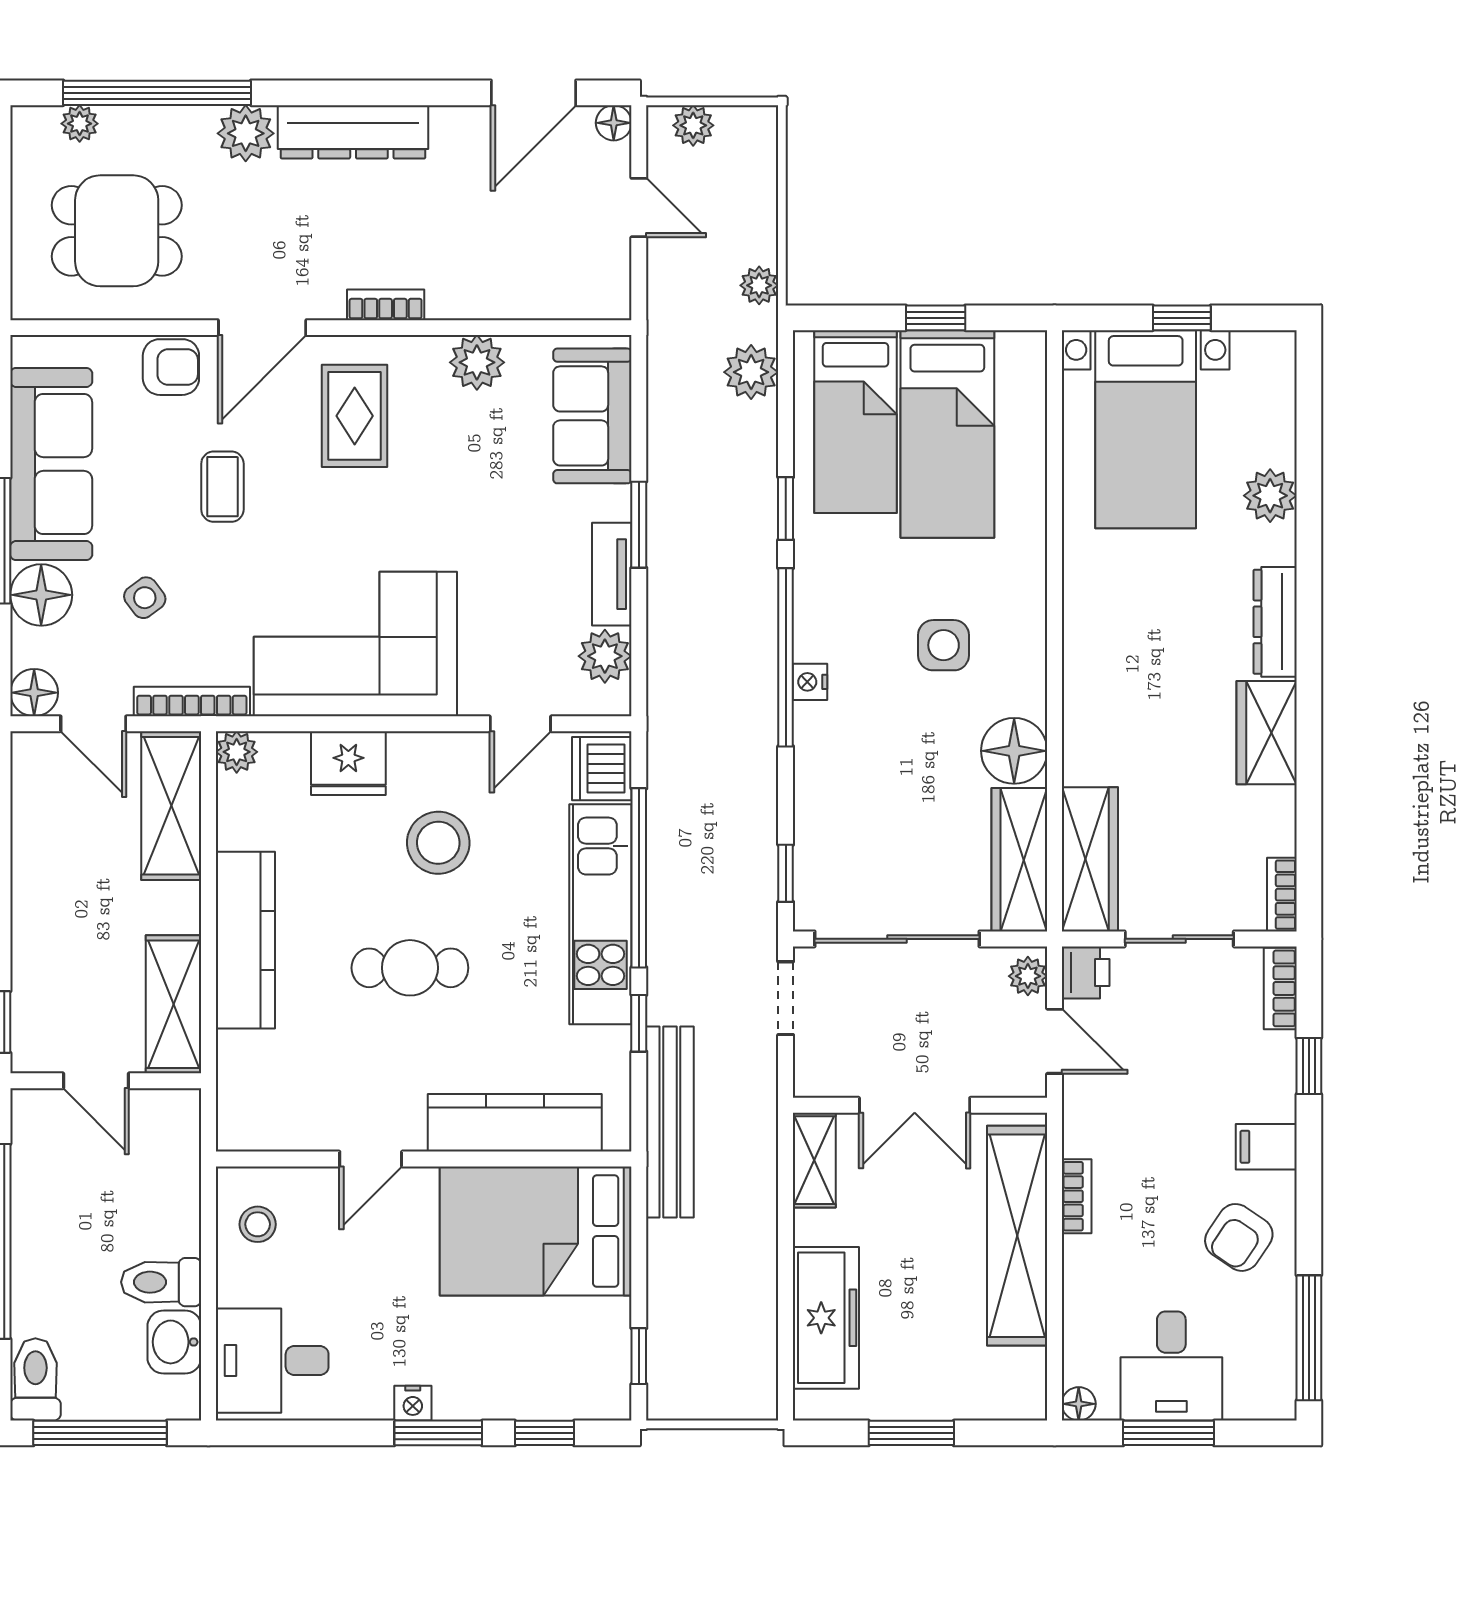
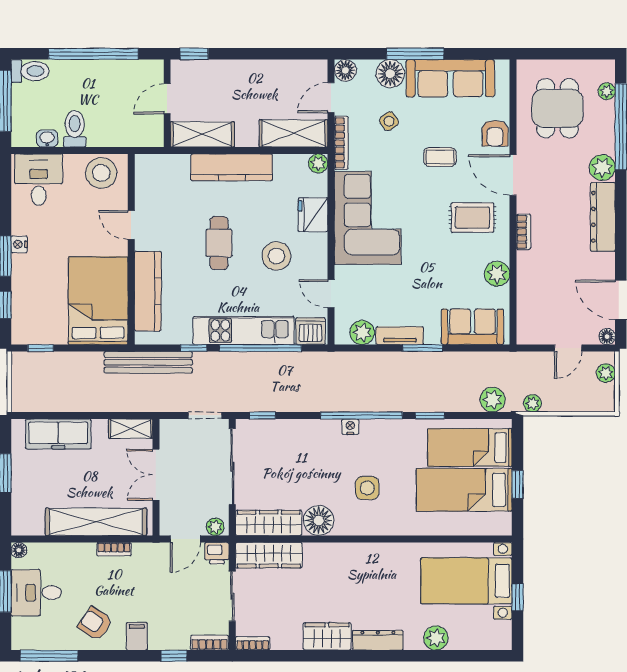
stool: (258, 1224) -> (101, 173), width x1.89, depth x1.89
washbasin: (174, 1342) -> (47, 139), width x0.72, depth x0.69

